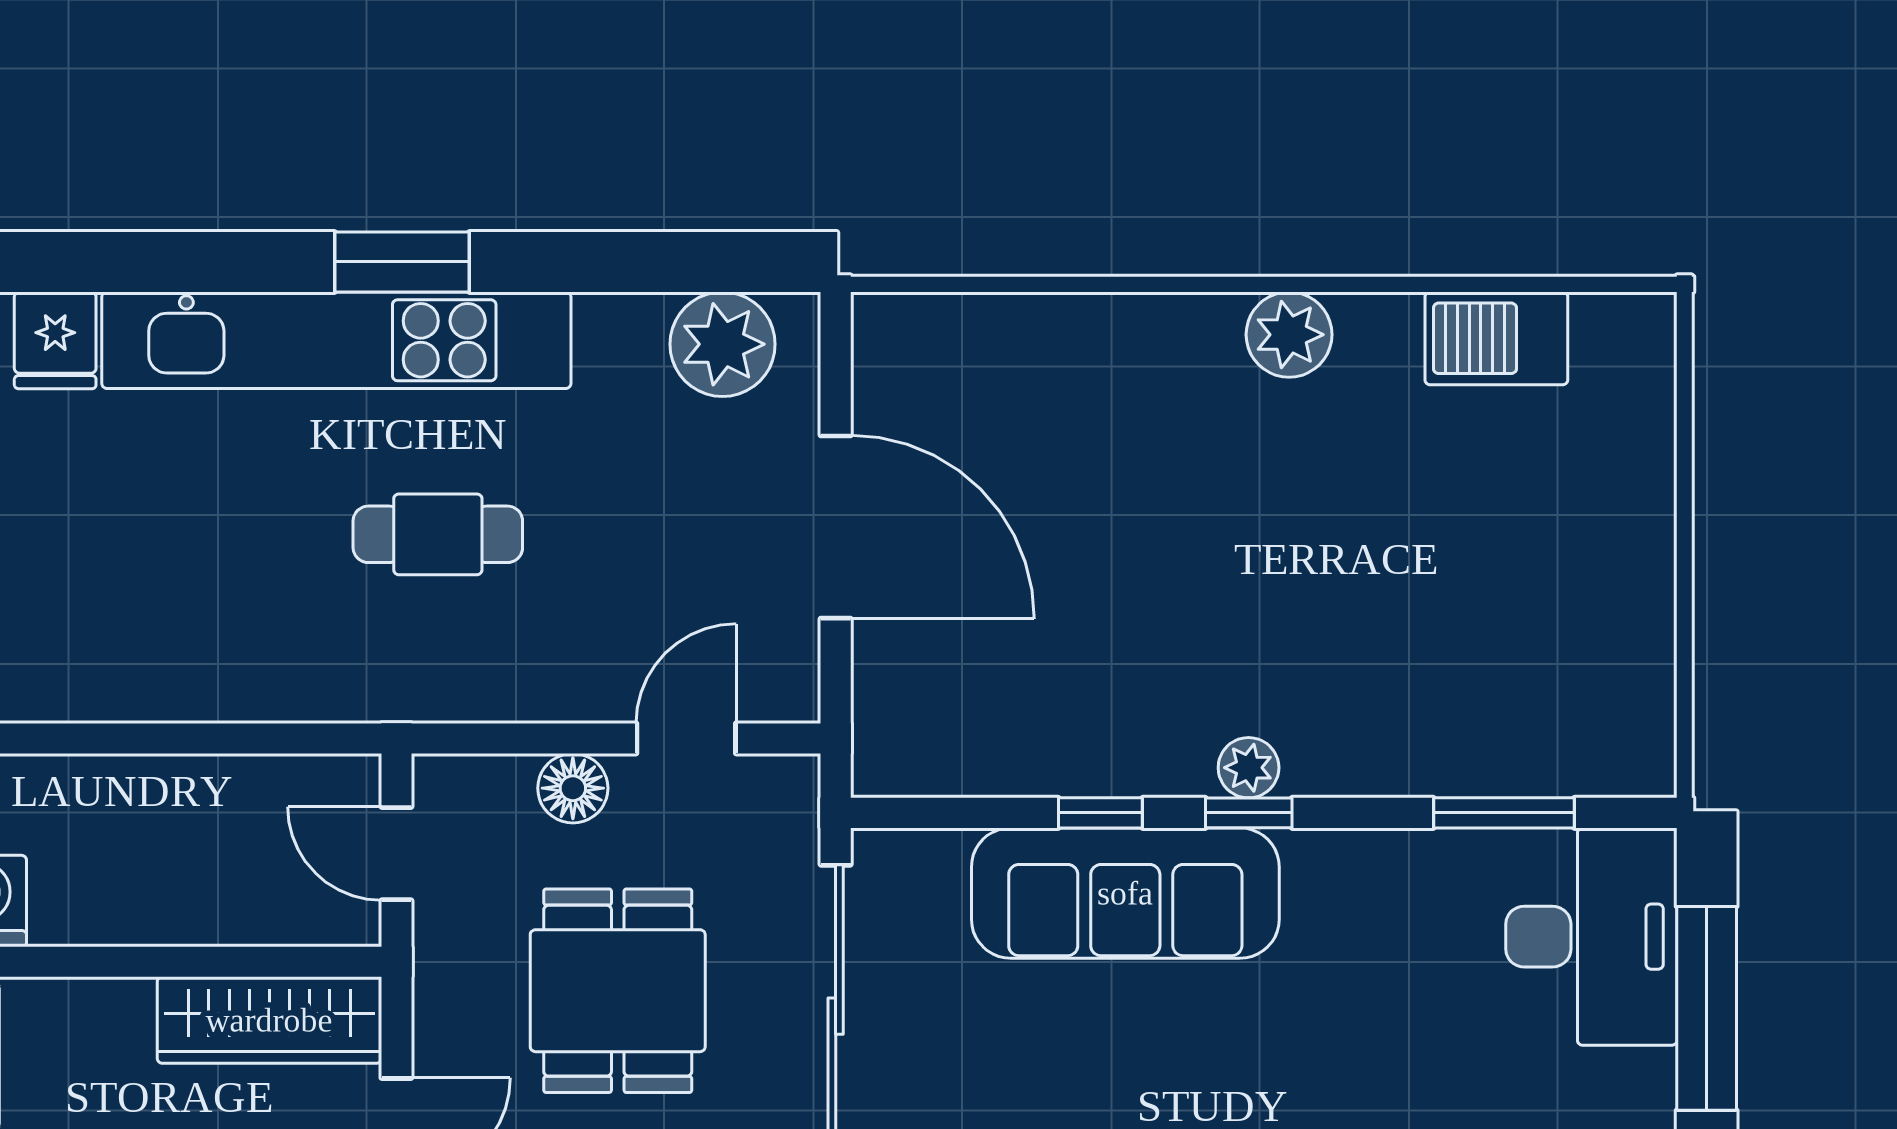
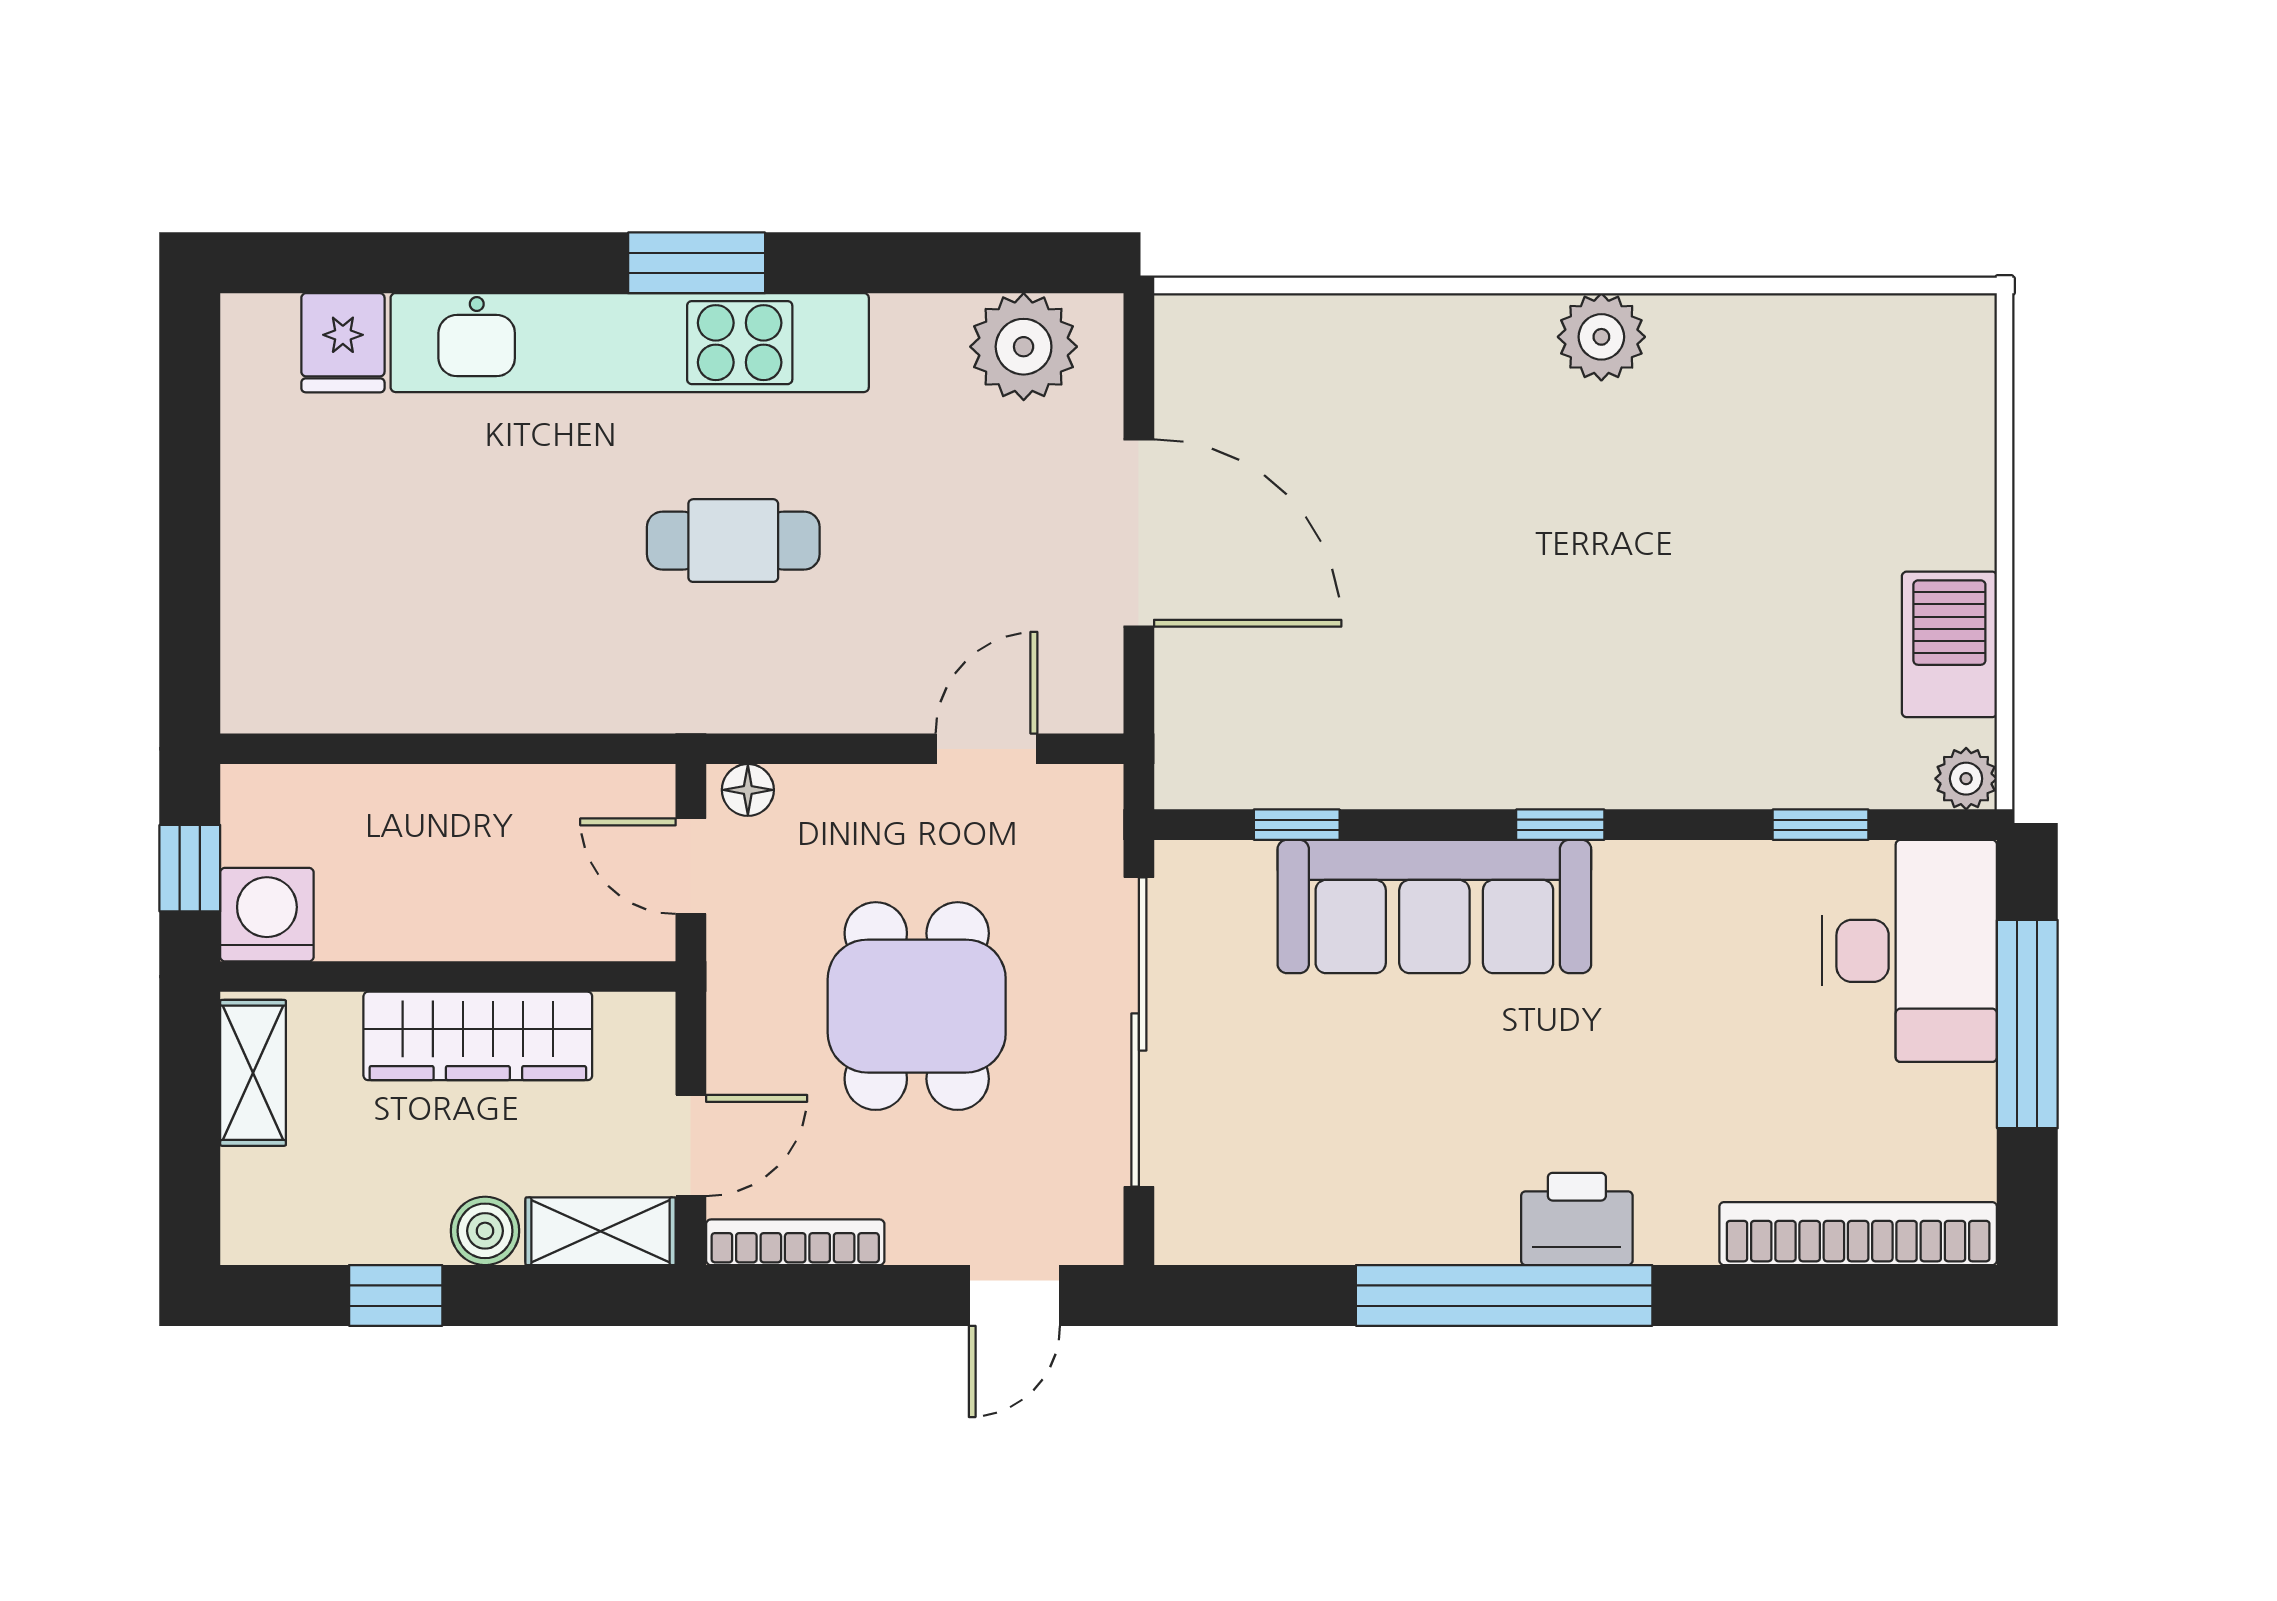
barbecue: (1496, 338) -> (1949, 644), moved, turned 90
plant: (1249, 768) -> (1966, 779), moved
floor lamp: (573, 788) -> (748, 790), moved, width x0.73, depth x0.73
window: (1100, 813) -> (1297, 825), moved
window: (1504, 813) -> (1821, 825), width x0.67
wardrobe: (269, 1020) -> (478, 1036), moved

